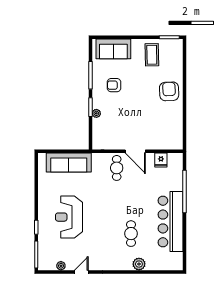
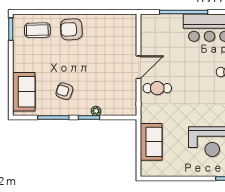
coffee table: (152, 55) -> (37, 30), moved
armchair: (114, 85) -> (64, 91), turned 109
fridge: (161, 160) -> (148, 39), removed
sofa: (69, 163) -> (151, 142), width x0.73

